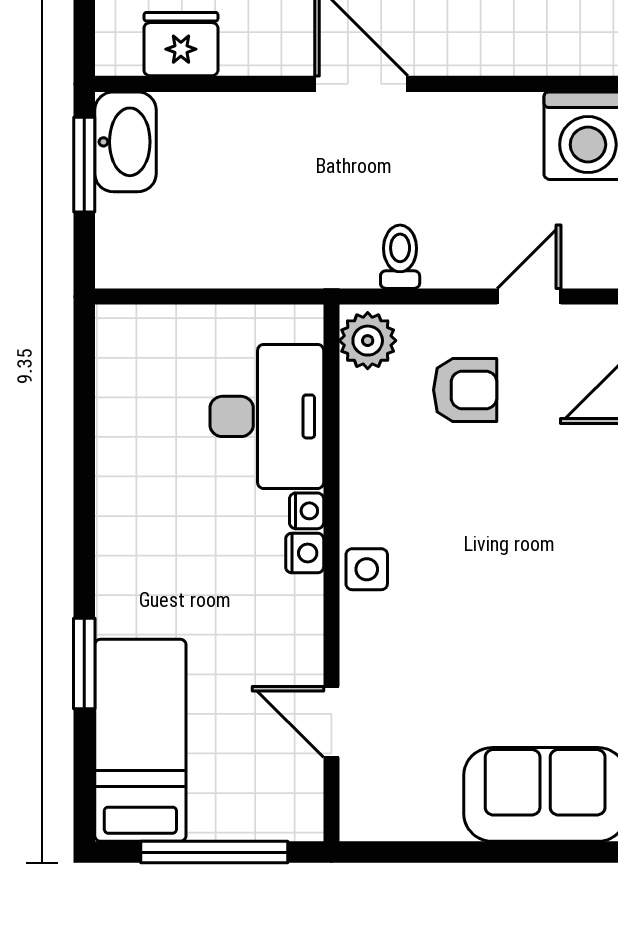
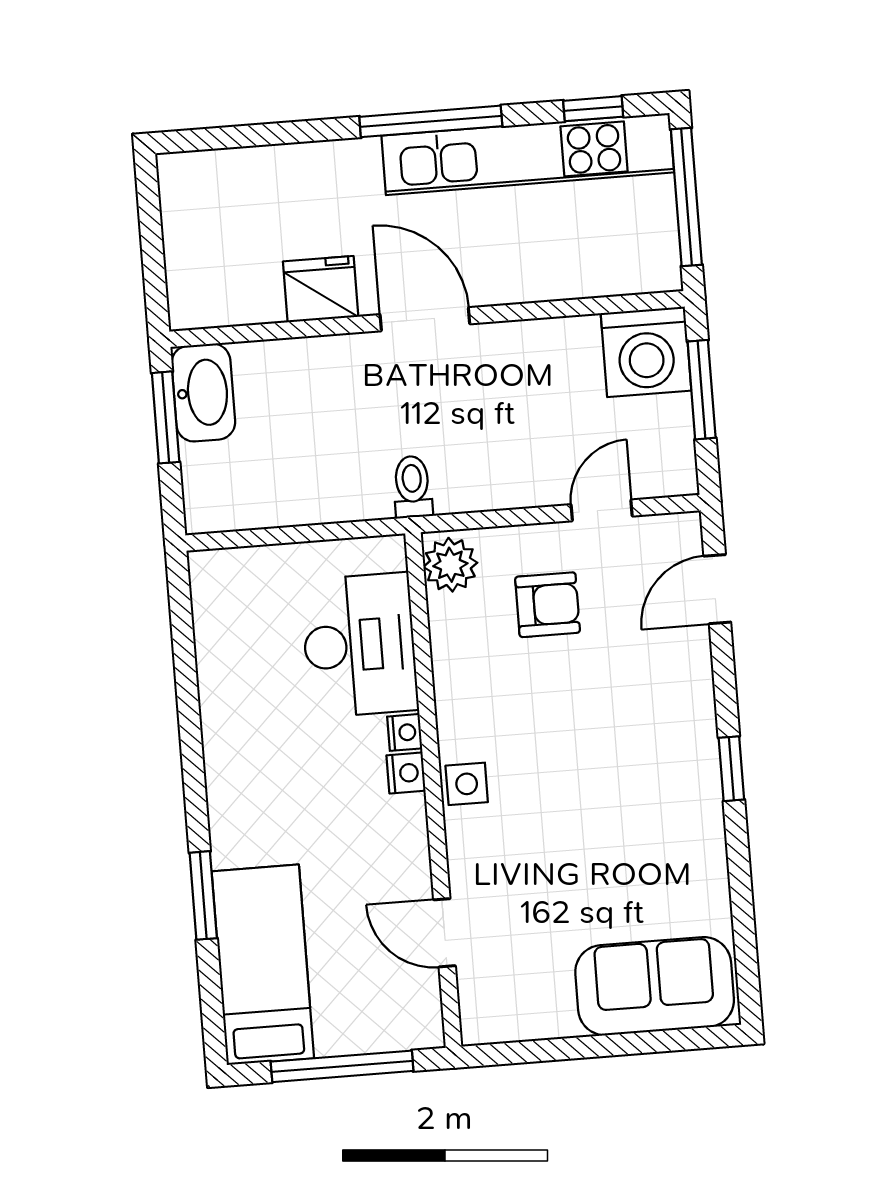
fridge: (181, 44) -> (321, 289), moved
toilet: (400, 257) -> (412, 487), moved

